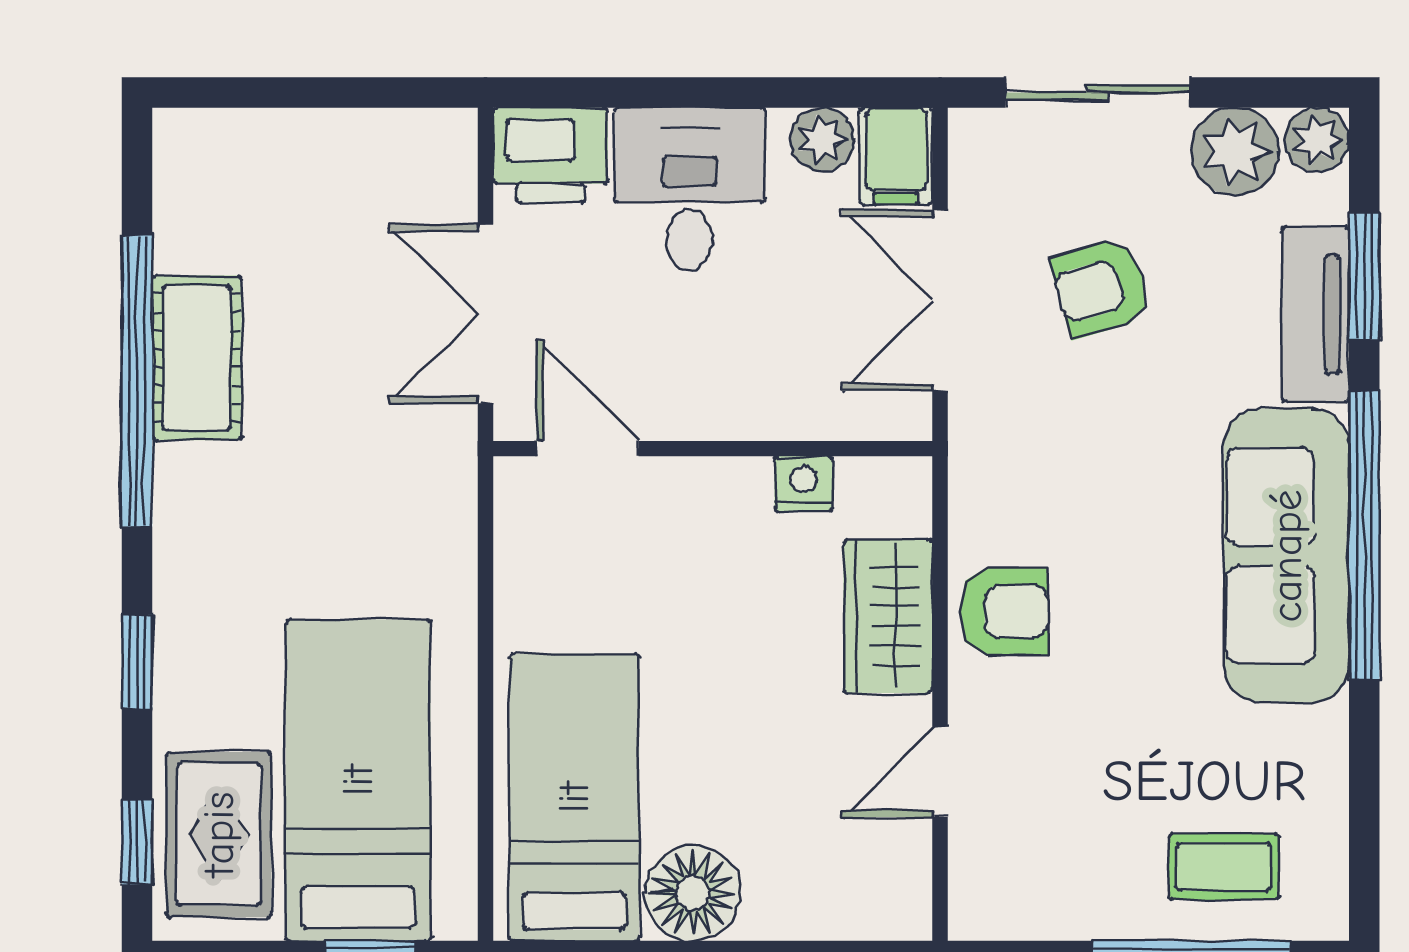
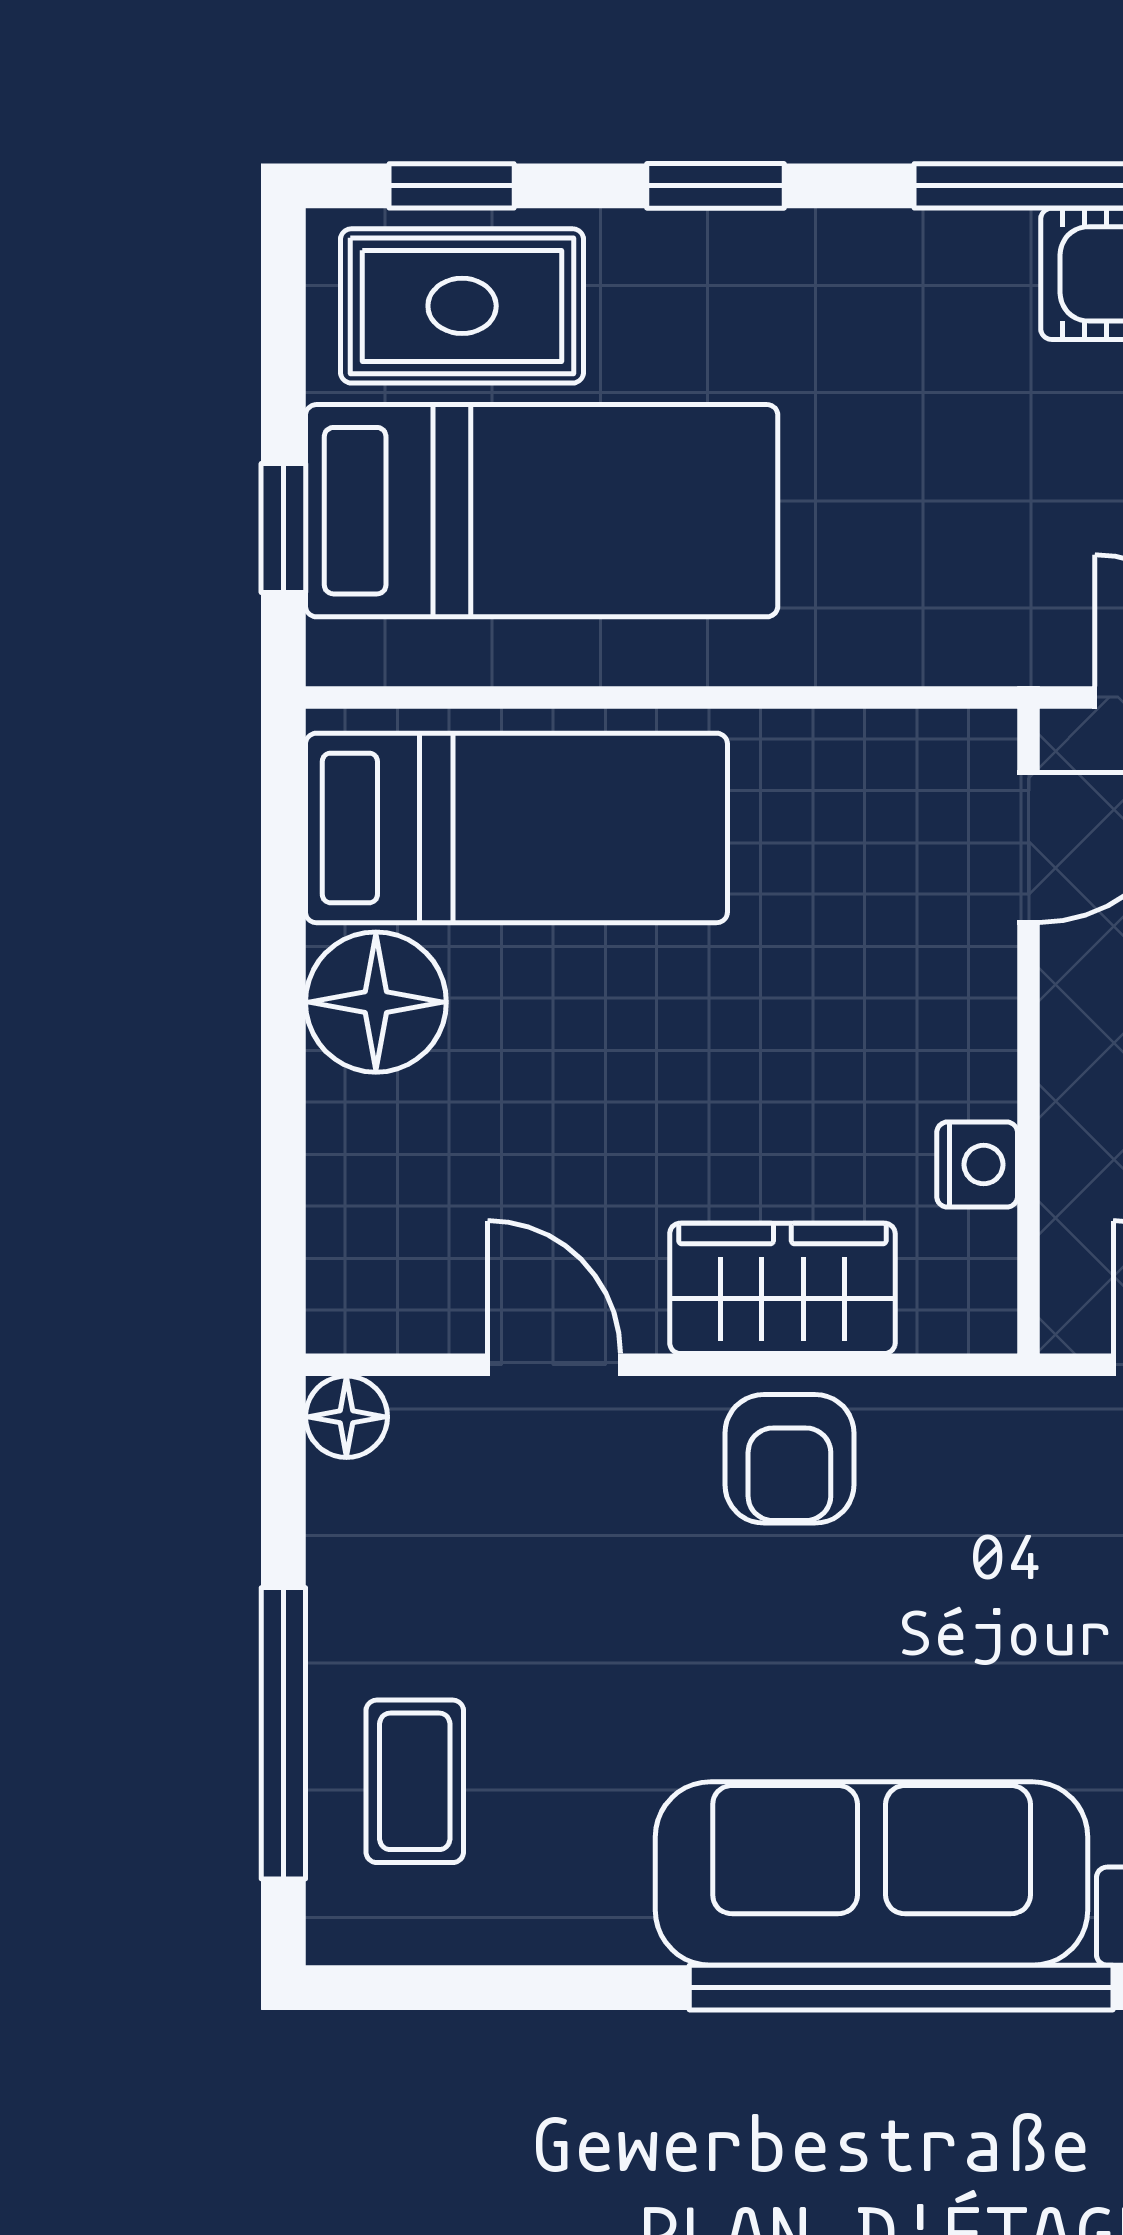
floor lamp: (975, 913) -> (346, 1417), added

